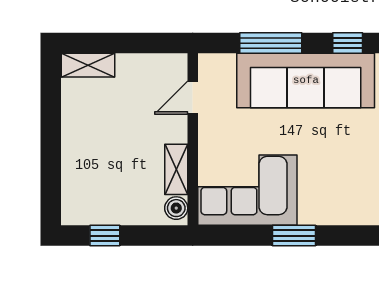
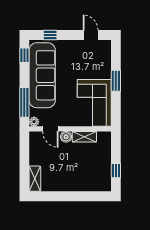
window: (271, 43) -> (24, 102), moved
plant: (208, 63) -> (34, 122), added
boiler: (176, 208) -> (66, 137), moved

